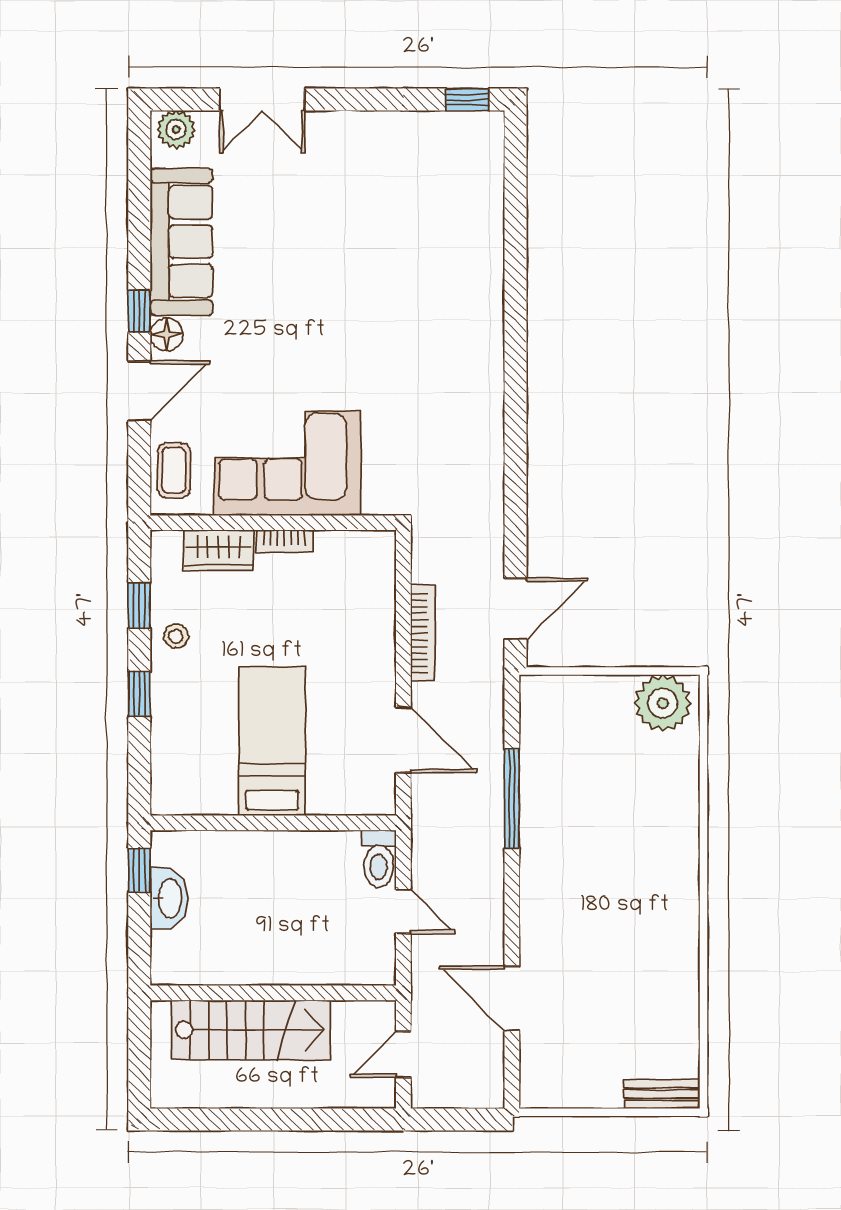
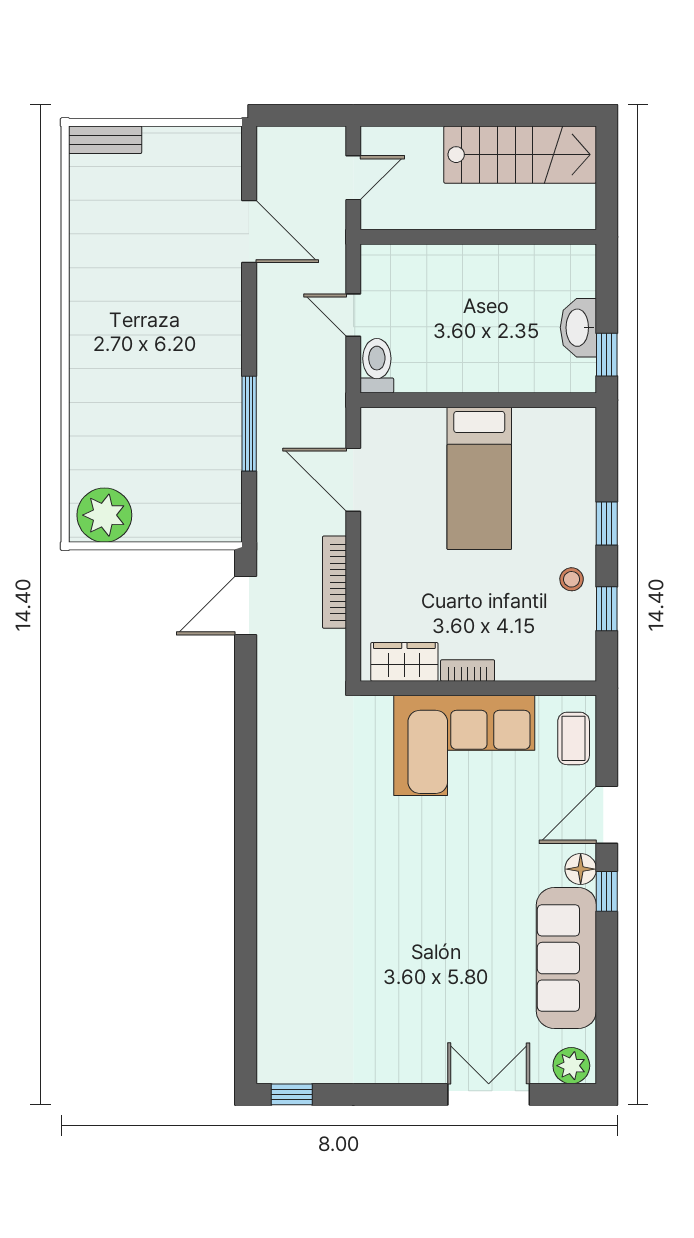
wardrobe: (218, 550) -> (404, 662), moved
stairs: (251, 1030) -> (520, 155), moved, turned 180

